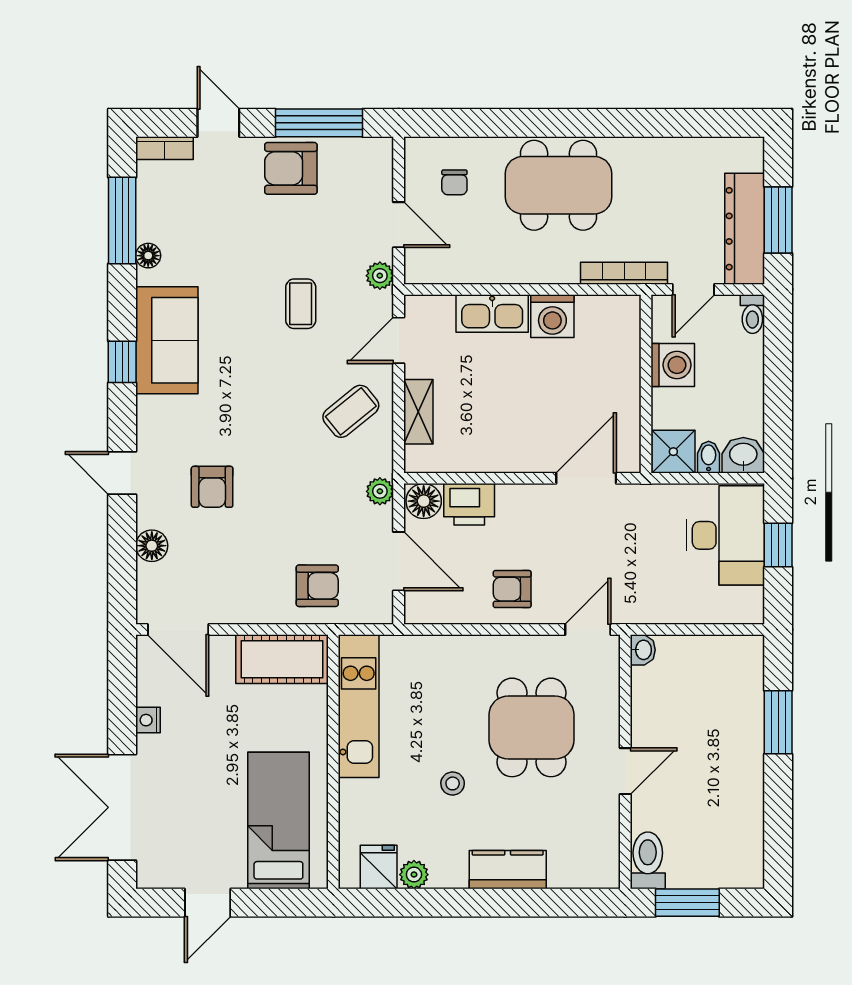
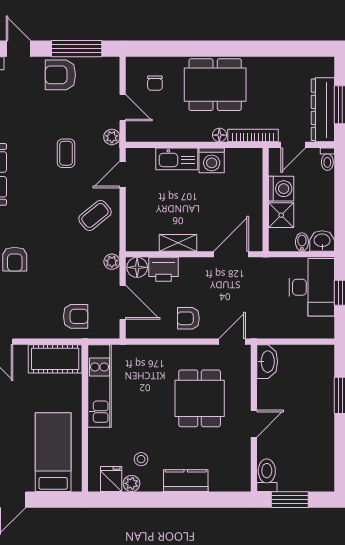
floor lamp: (566, 272) -> (219, 135), added
shelving: (418, 412) -> (178, 243), moved, turned 90
shower: (673, 452) -> (281, 215), moved
washbasin: (643, 650) -> (267, 362), width x1.91, depth x1.45
stool: (453, 783) -> (141, 459), moved

